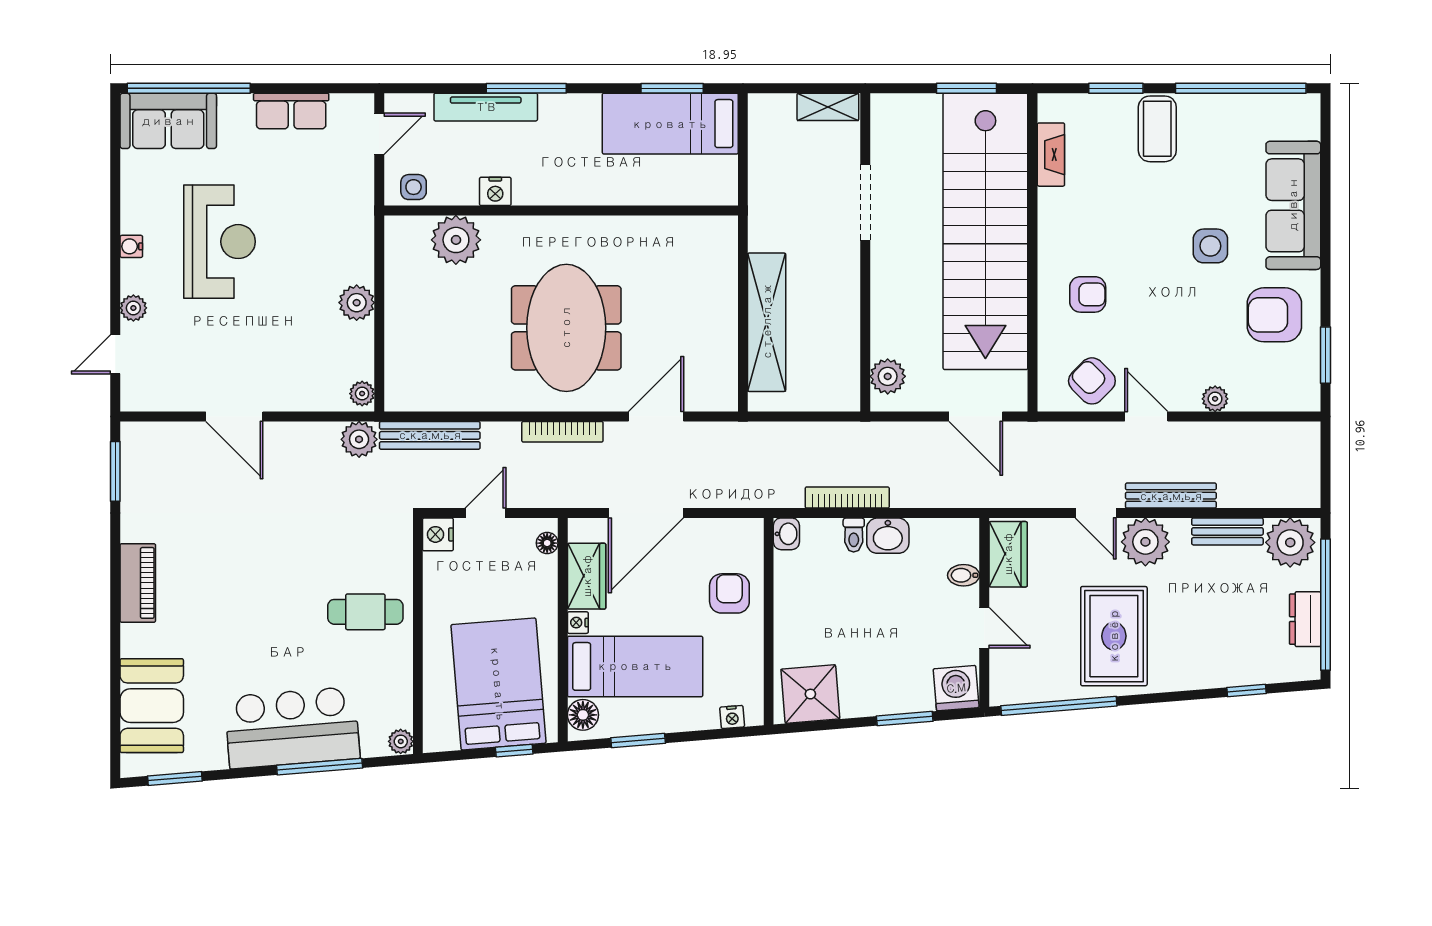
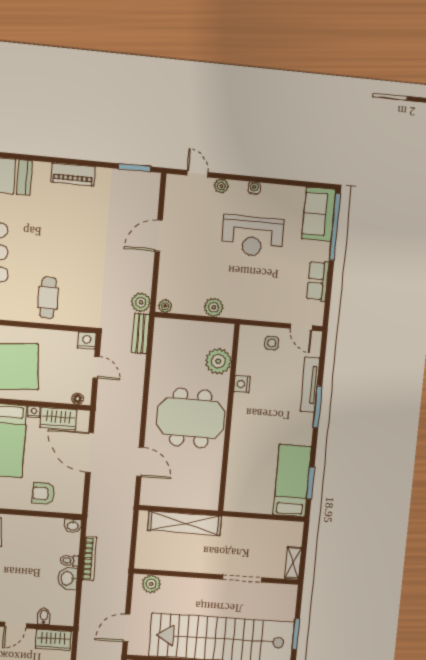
nightstand: (495, 191) -> (242, 384), moved
wall: (561, 211) -> (229, 418), moved
plant: (456, 240) -> (218, 361), moved
bookcase: (562, 432) -> (136, 412), removed
bench: (430, 435) -> (141, 333), width x0.73
armchair: (729, 593) -> (43, 493), turned 180

